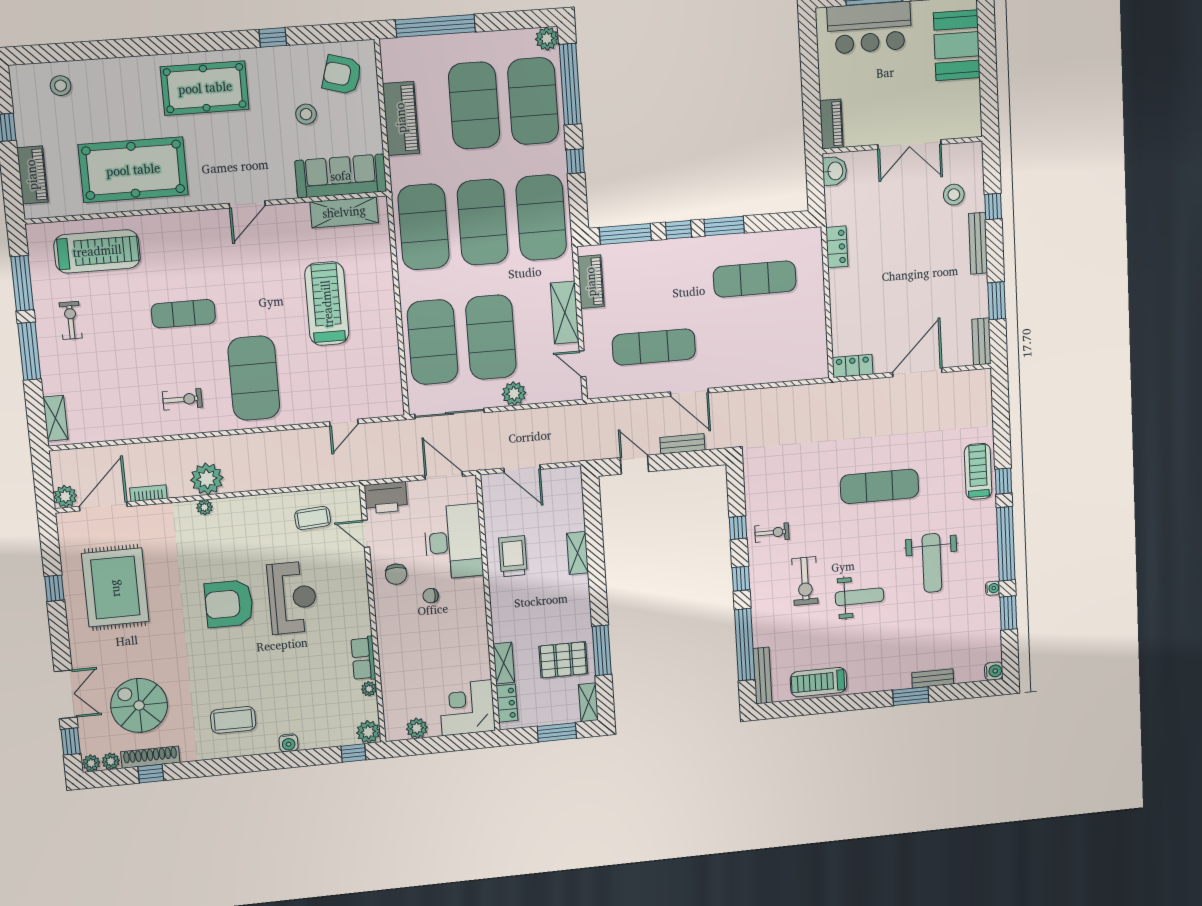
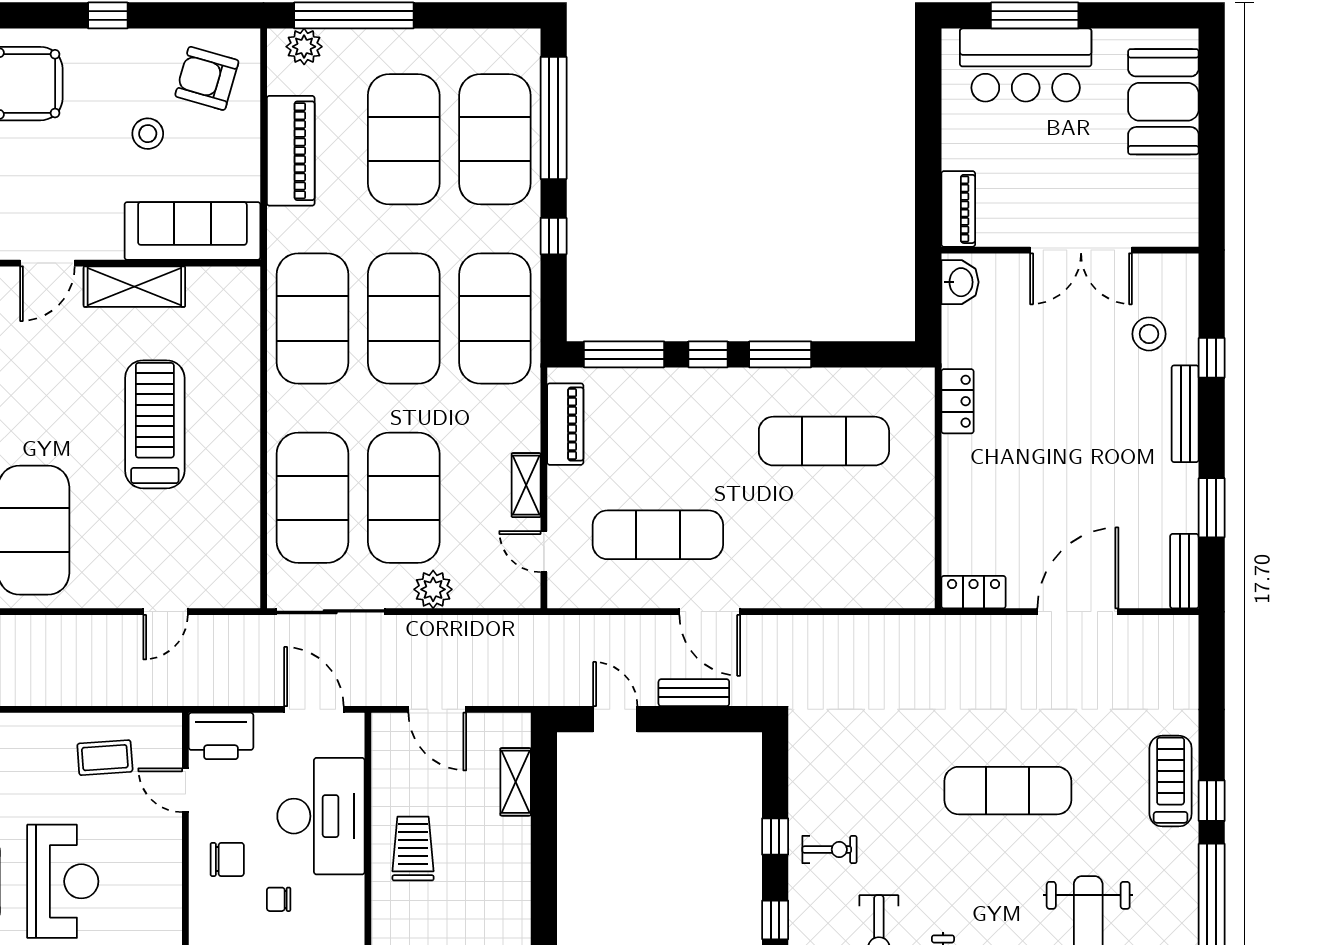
plant: (547, 39) -> (304, 47), moved
shelving: (344, 212) -> (134, 287), moved
shelving: (565, 313) -> (526, 485), width x0.67, depth x0.75
shelving: (577, 553) -> (516, 782), moved
chair: (396, 574) -> (227, 859), turned -90

